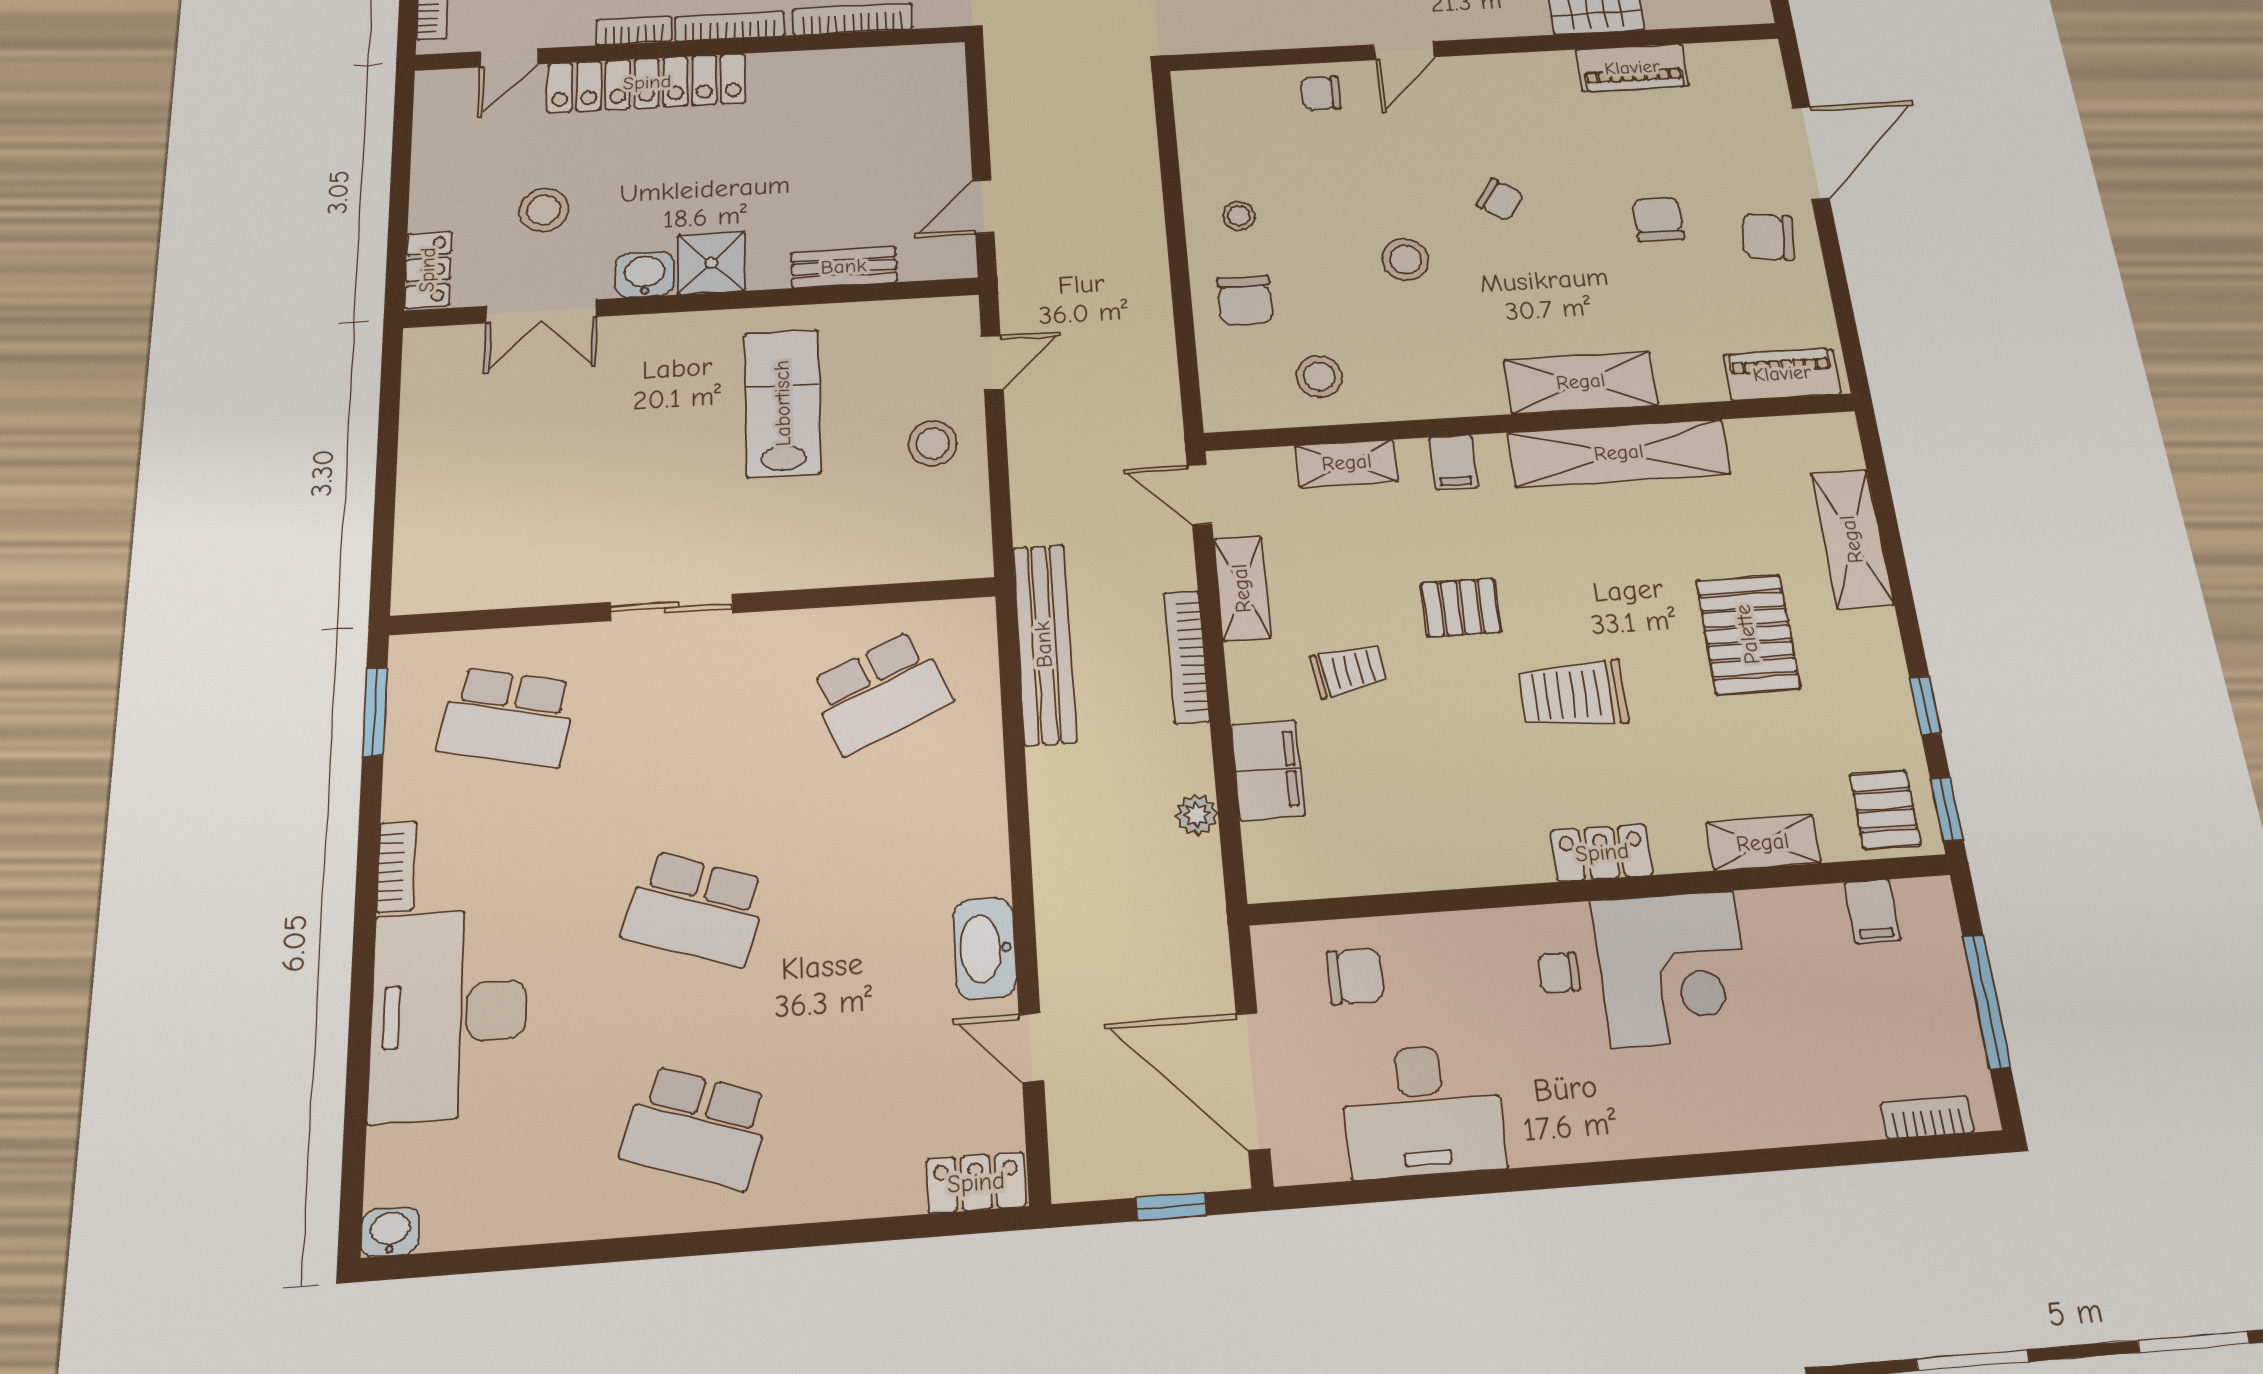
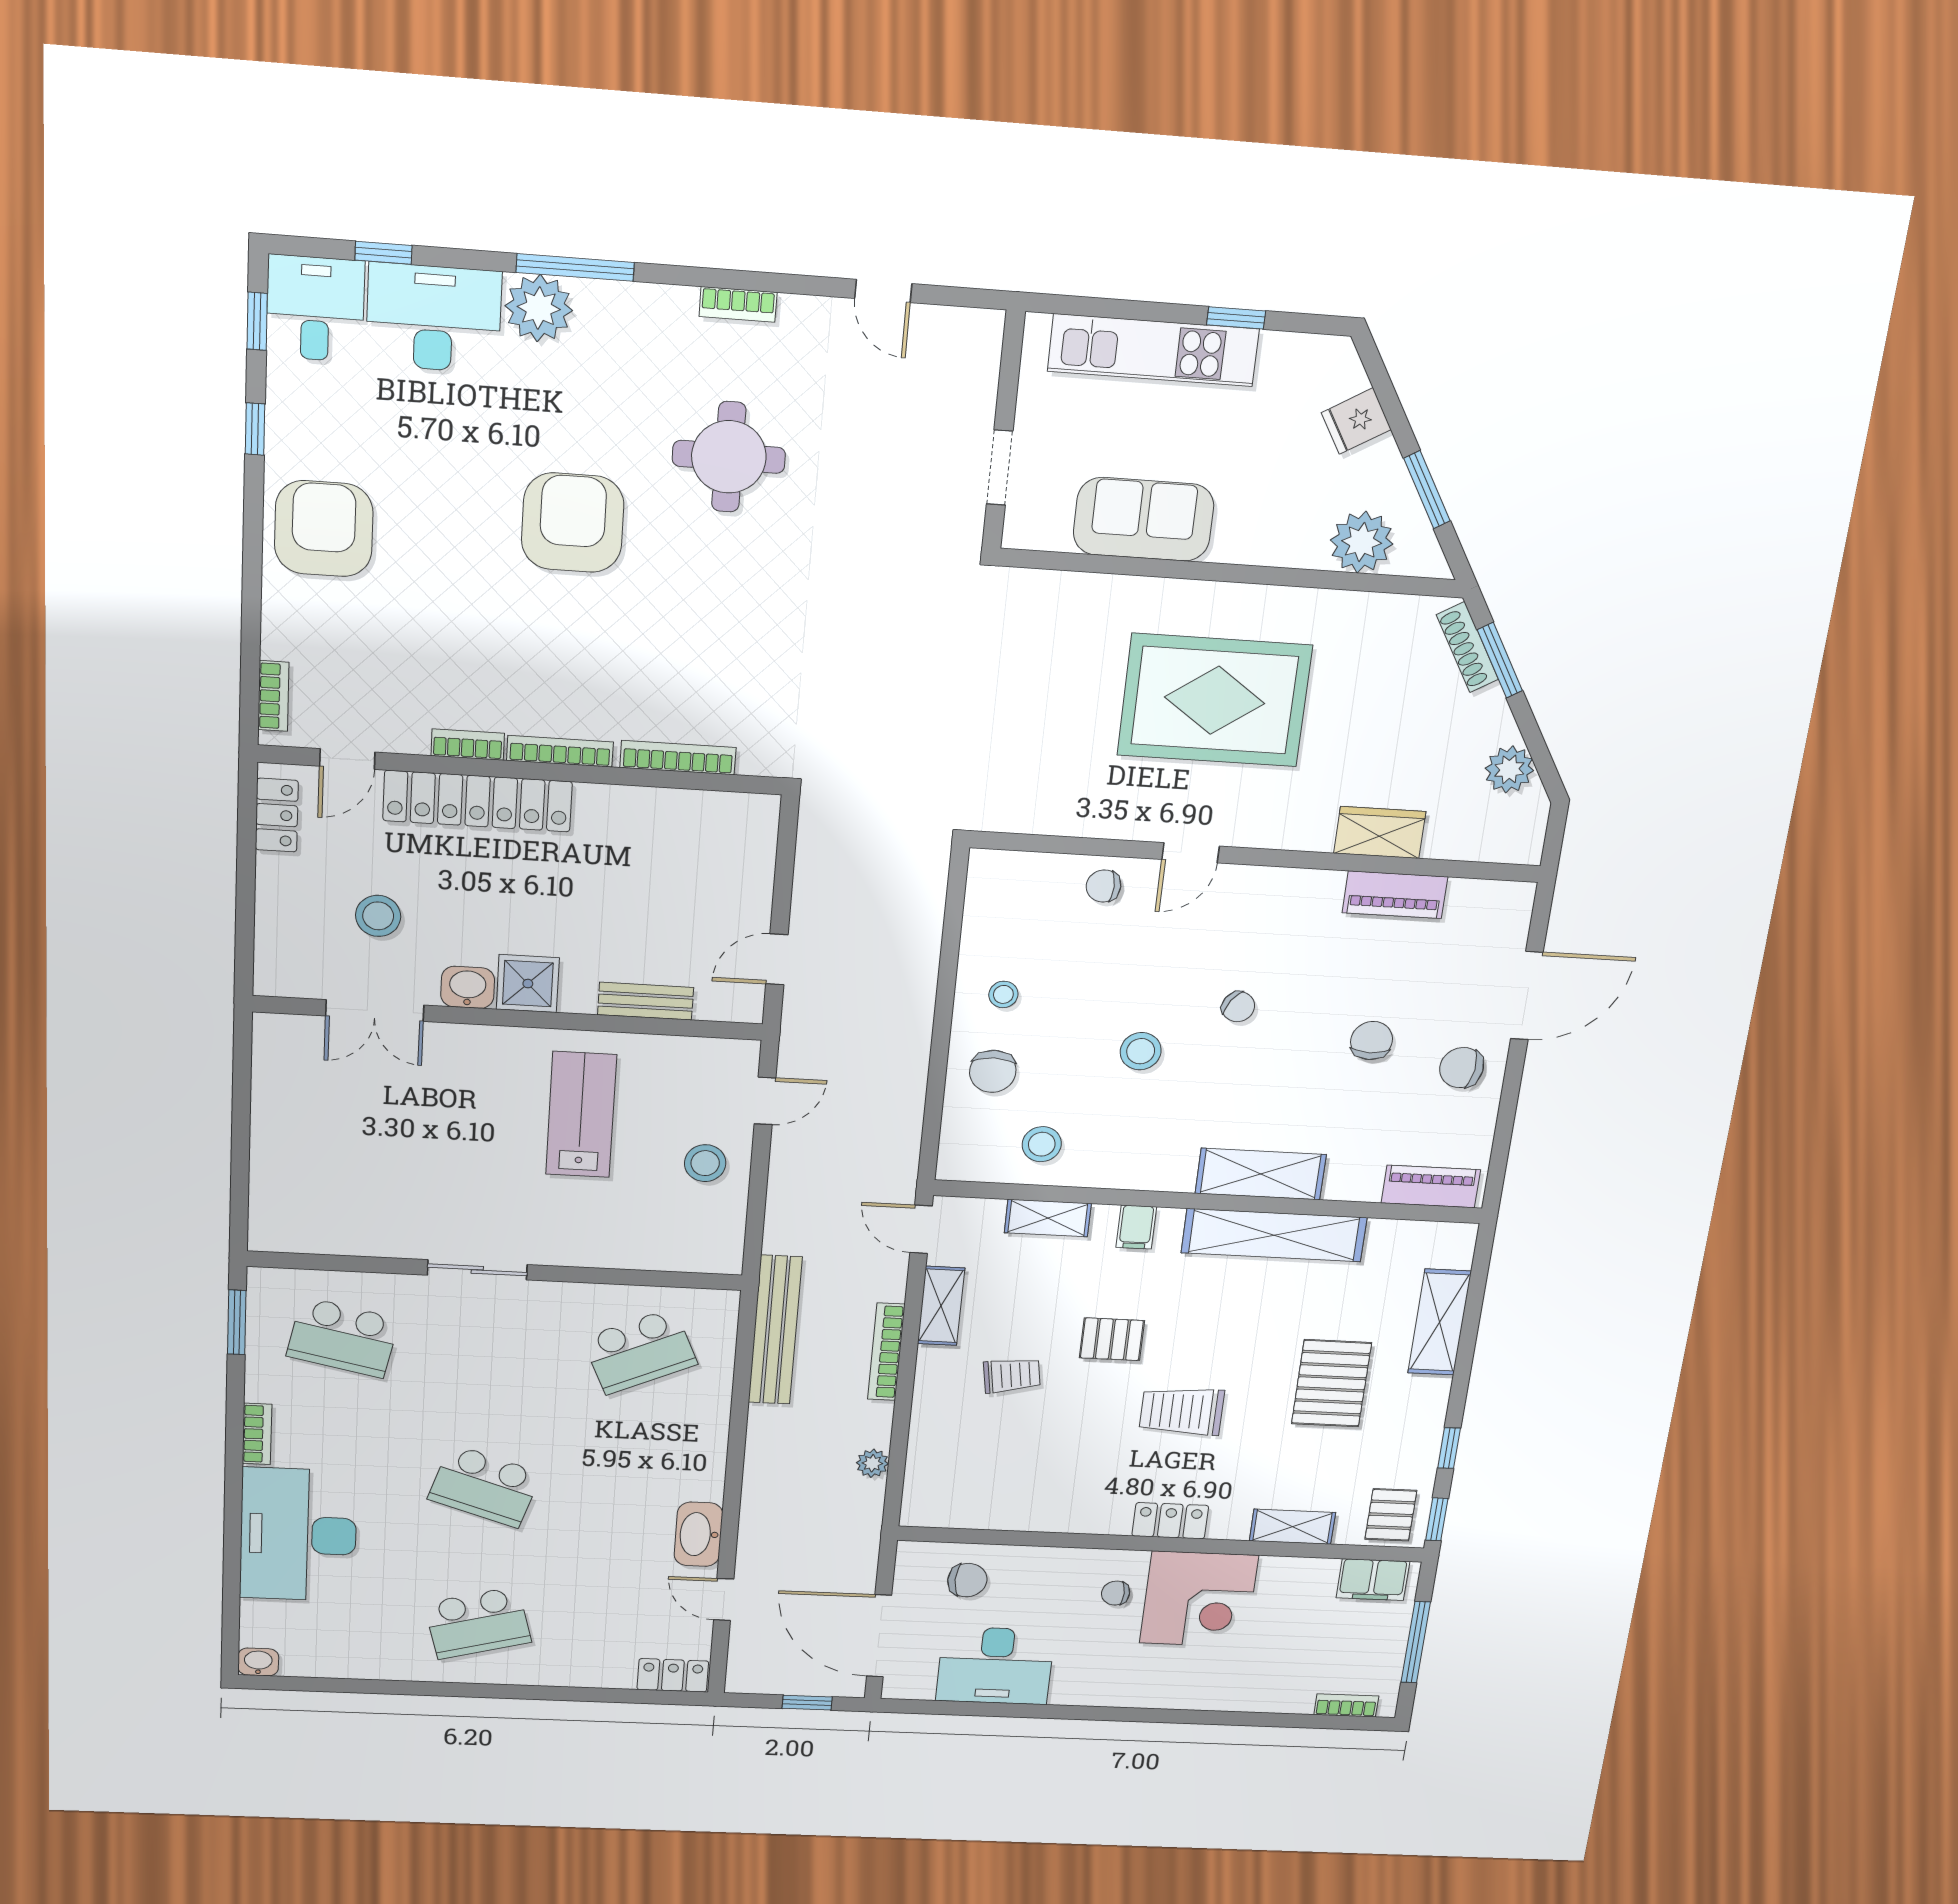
locker: (428, 270) -> (277, 815), moved
filing cabinet: (1268, 770) -> (933, 1439), removed
filing cabinet: (1872, 912) -> (1373, 1580), width x2.00
school desk: (697, 1127) -> (478, 1623), turned -33

